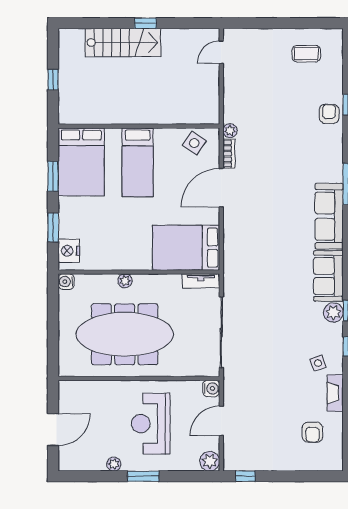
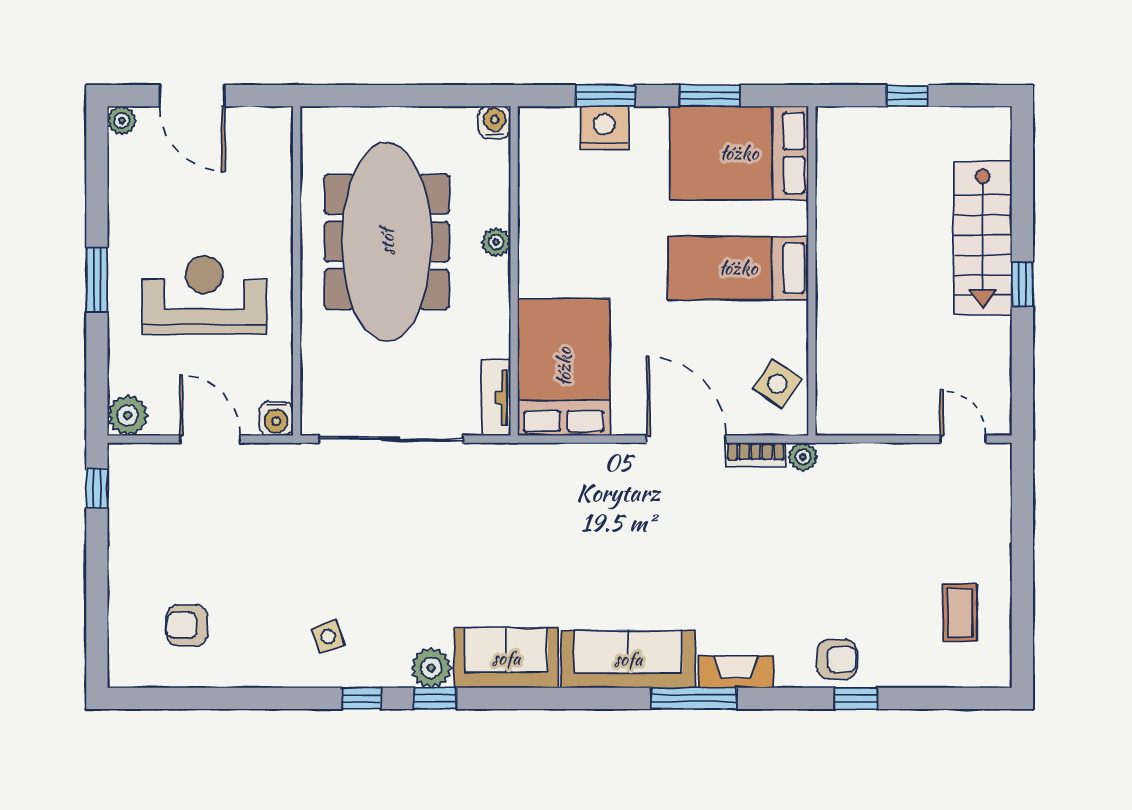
nightstand: (69, 251) -> (604, 128), moved
fireplace: (335, 393) -> (736, 672), moved
plant: (114, 464) -> (122, 120), moved

